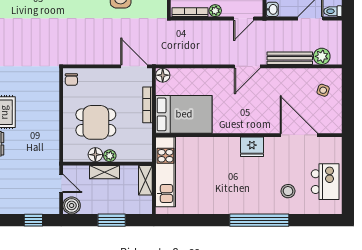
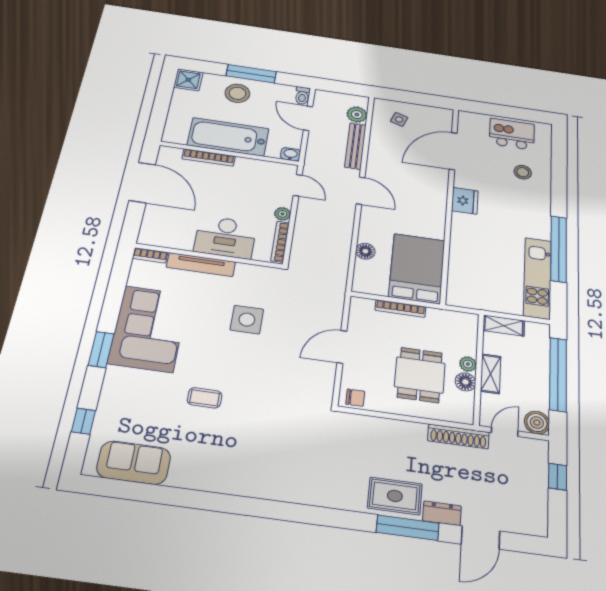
door: (134, 66) -> (342, 347), moved
floor lamp: (163, 75) -> (365, 251), moved
shoe rack: (53, 152) -> (458, 436), added
kitchen unit: (166, 172) -> (537, 278), moved, turned -90
window: (112, 220) -> (558, 374), width x2.11
window: (259, 220) -> (559, 249), moved

